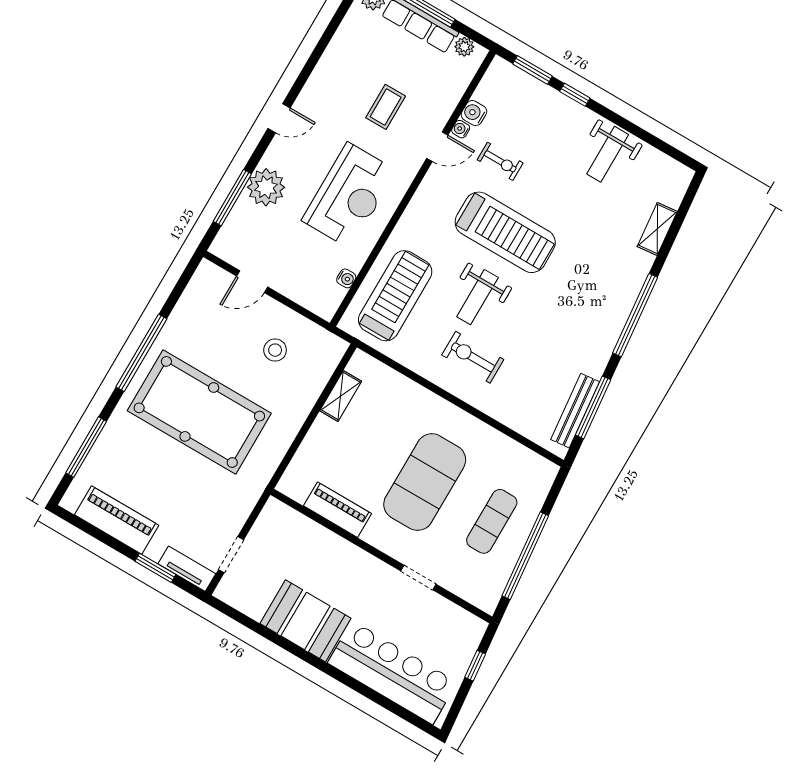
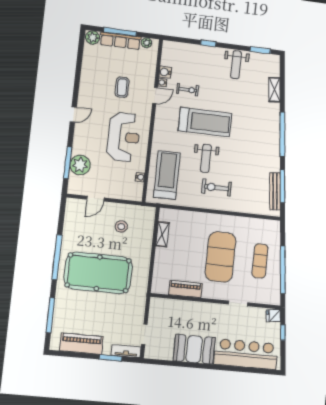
window: (533, 70) -> (260, 50), moved
plant: (266, 187) -> (80, 165), moved
fridge: (472, 628) -> (273, 316), added

